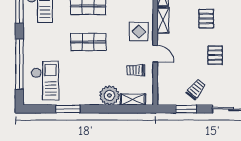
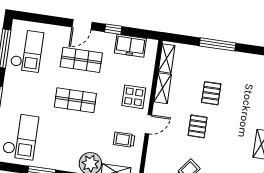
door: (155, 54) -> (148, 124), hinge flipped
pallet: (215, 55) -> (198, 126), moved

